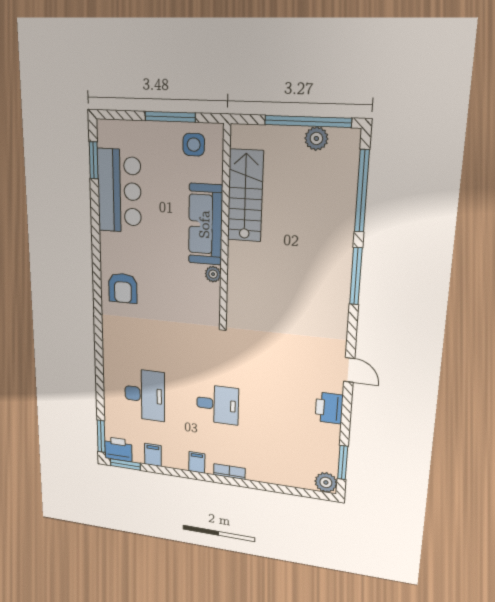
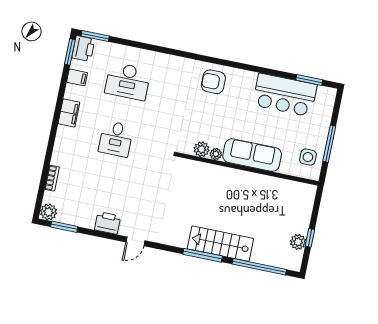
window: (308, 121) -> (310, 238), width x0.32
stairs: (245, 196) -> (220, 244), moved, turned 180
plant: (210, 294) -> (202, 149), added
filing cabinet: (197, 462) -> (69, 113), width x2.00
bookcase: (229, 472) -> (52, 178), moved

